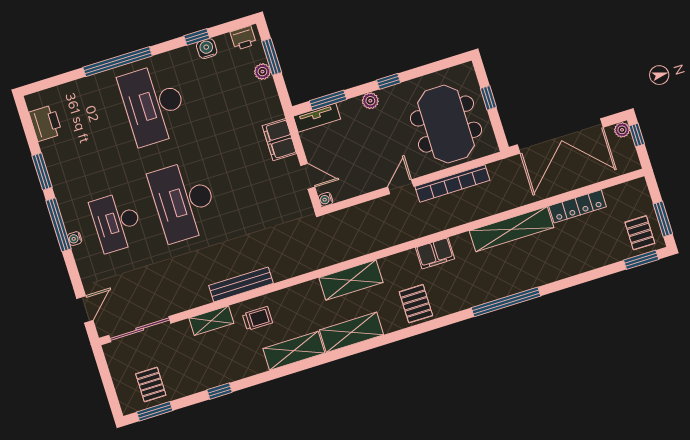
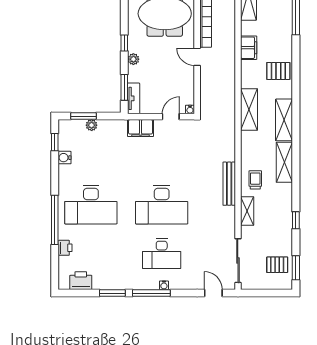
window: (197, 37) -> (55, 142), moved
printer: (243, 38) -> (65, 248), moved

